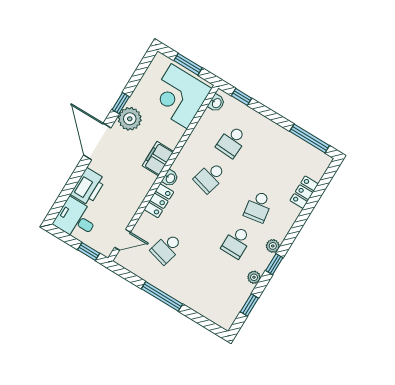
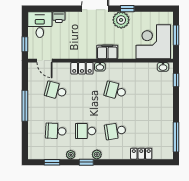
school desk: (232, 142) -> (56, 131), moved
printer: (88, 187) -> (59, 17), width x0.53, depth x0.68

